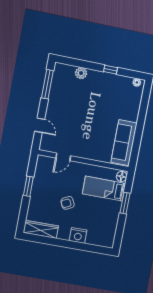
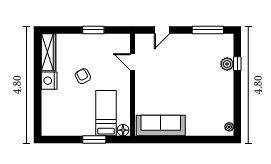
window: (111, 70) -> (237, 64), moved
nightstand: (78, 235) -> (49, 81), moved

